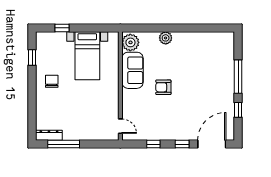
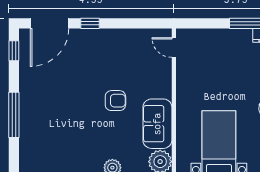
window: (238, 110) -> (14, 51), moved
window: (153, 144) -> (129, 23), removed

